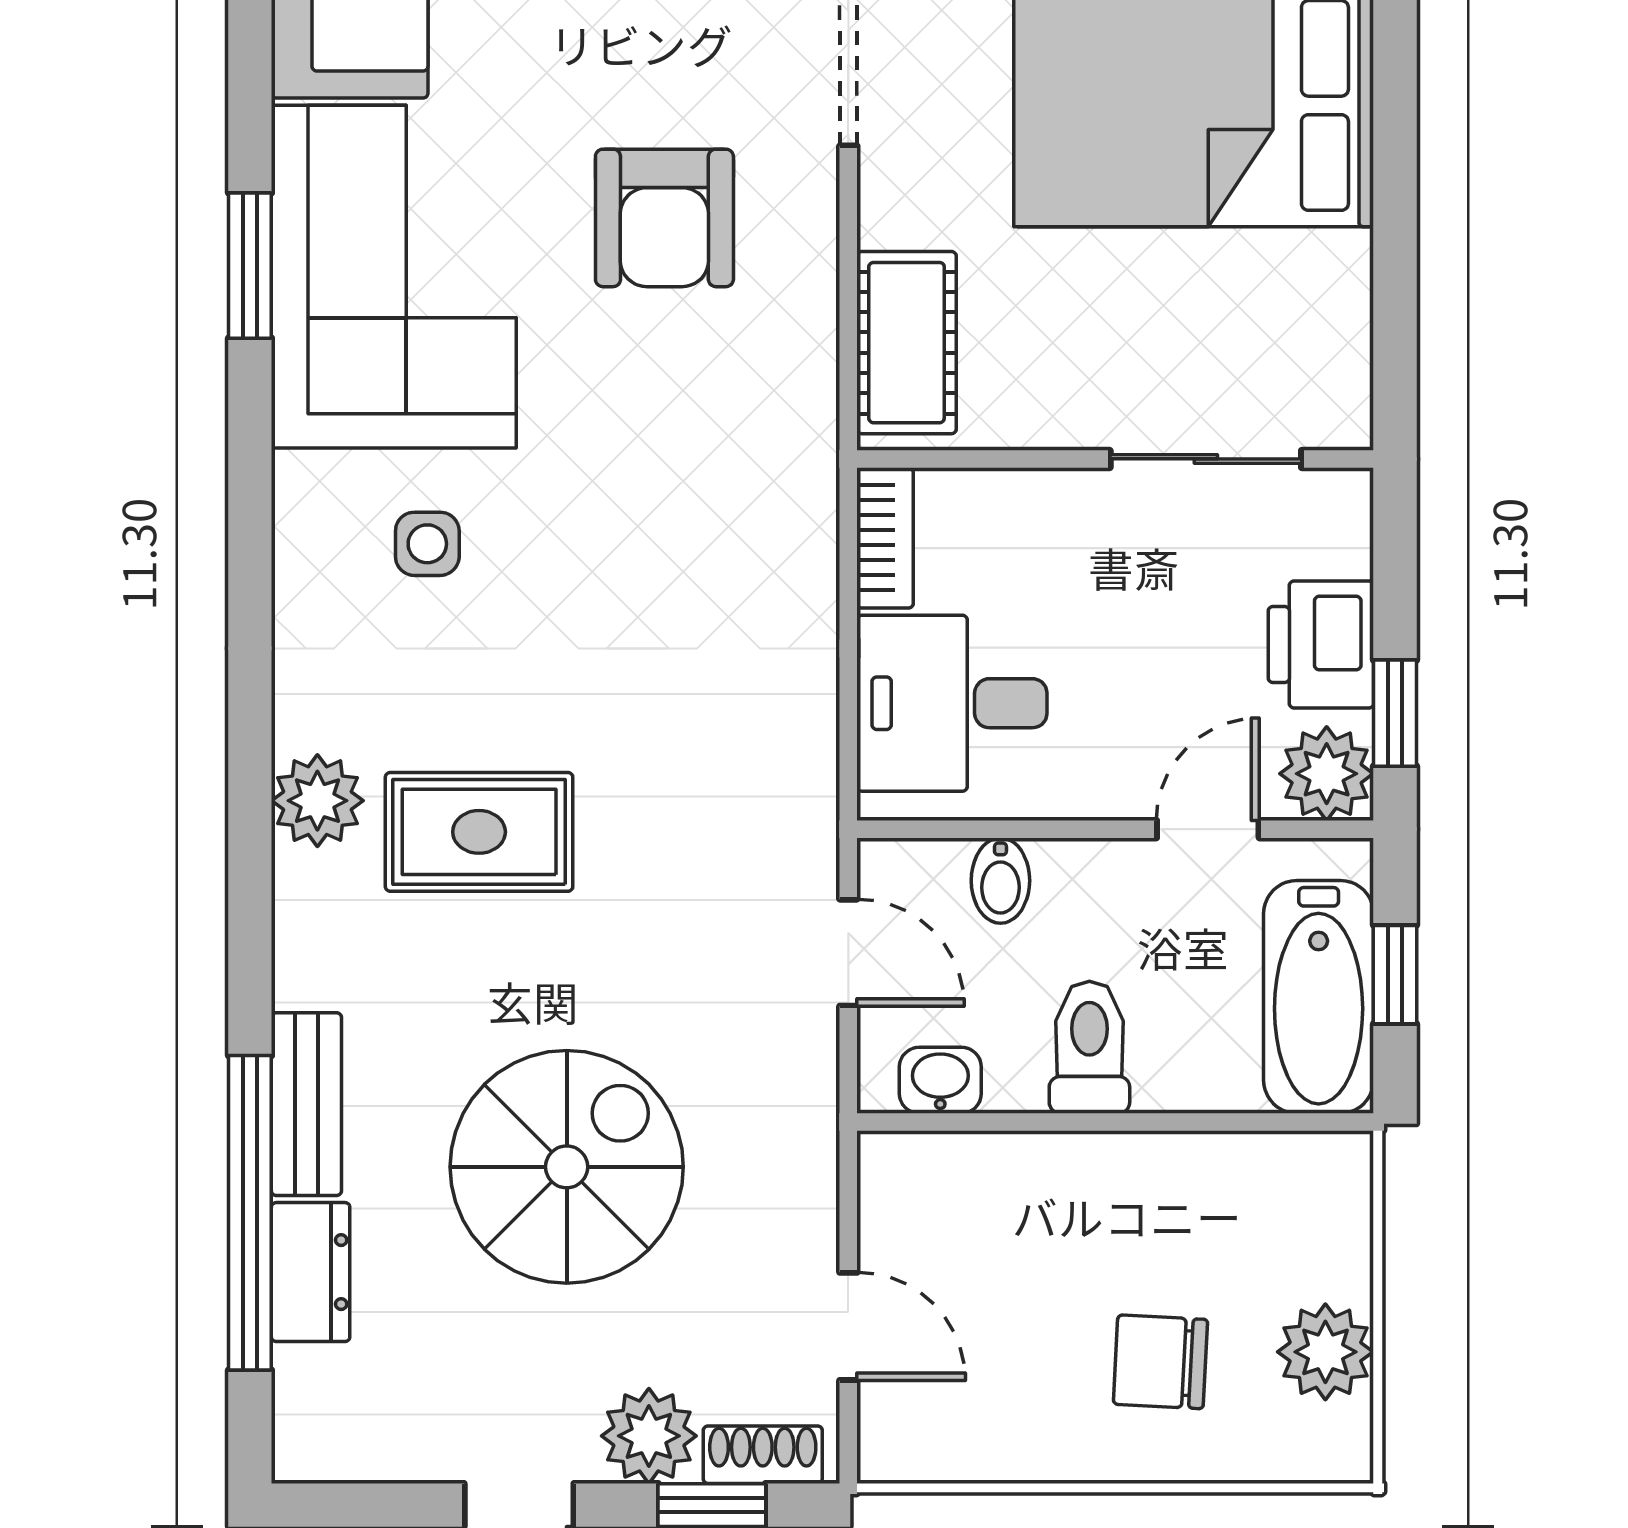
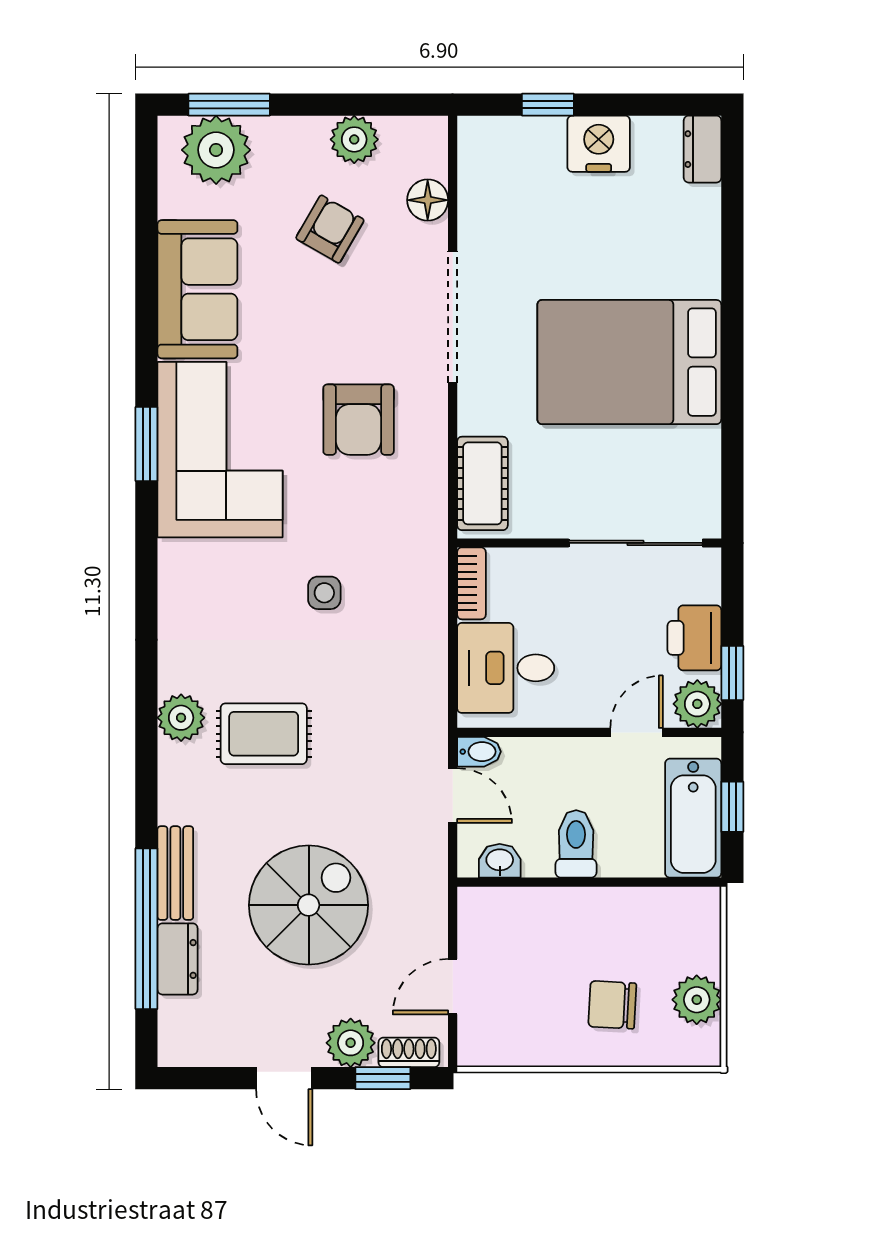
sliding door: (1206, 459) -> (636, 543), width x1.37
side table: (427, 544) -> (324, 593), moved
bidet: (1000, 881) -> (479, 752), moved, turned -90
door: (848, 1326) -> (453, 987), swing flipped

